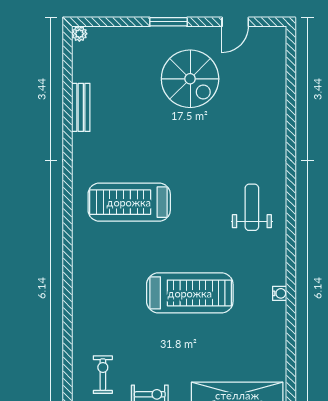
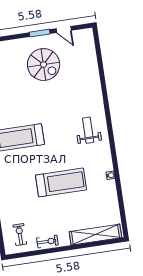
window: (168, 22) -> (40, 33), moved
door: (235, 22) -> (64, 29), hinge flipped

